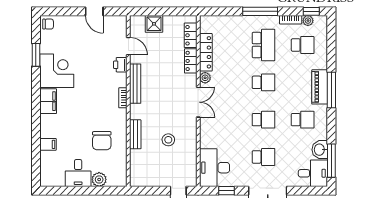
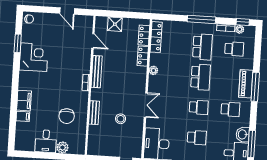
locker: (206, 52) -> (156, 37), moved
printer: (120, 65) -> (86, 56), removed
school desk: (263, 82) -> (201, 77), width x1.85
filing cabinet: (48, 101) -> (24, 101), moved
double door: (198, 102) -> (146, 105), moved

